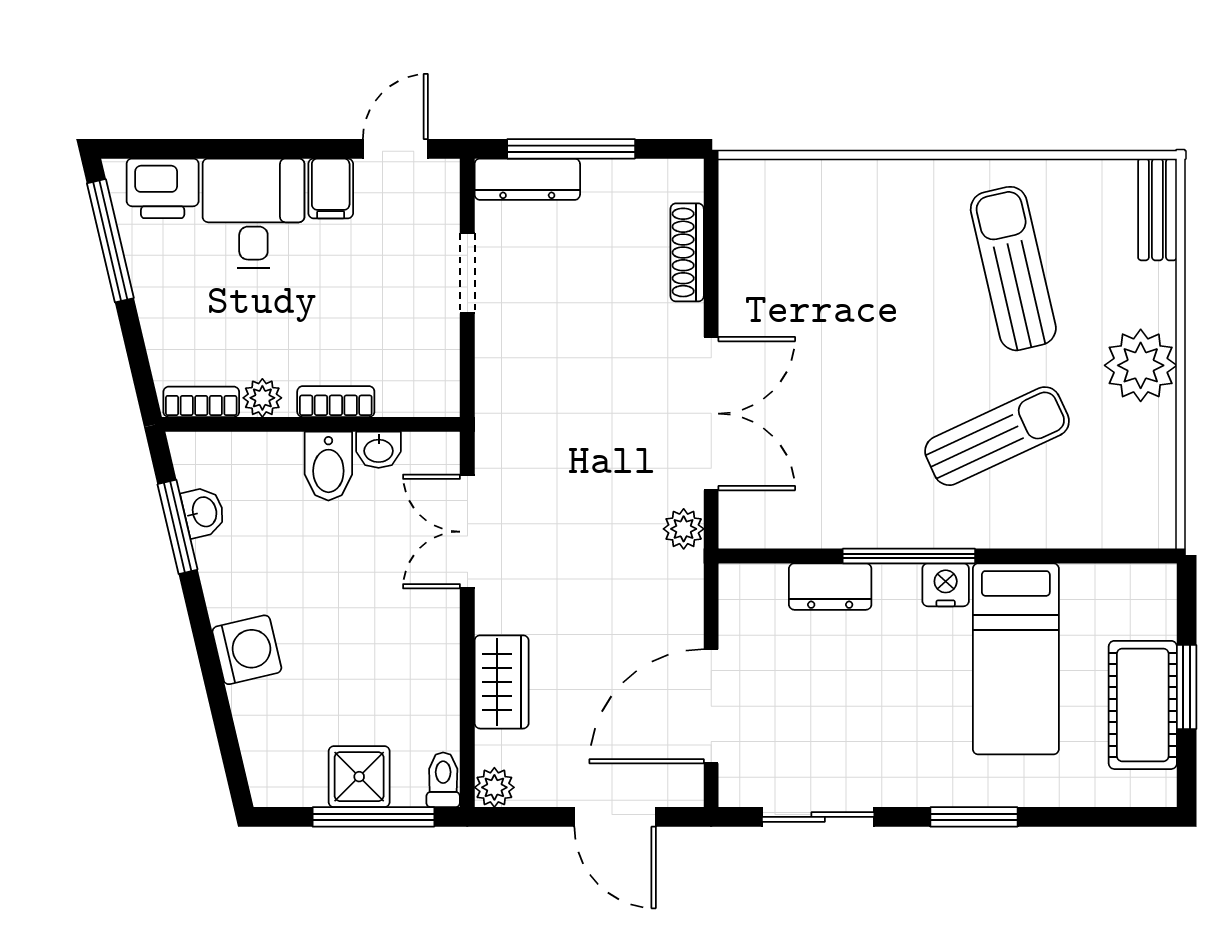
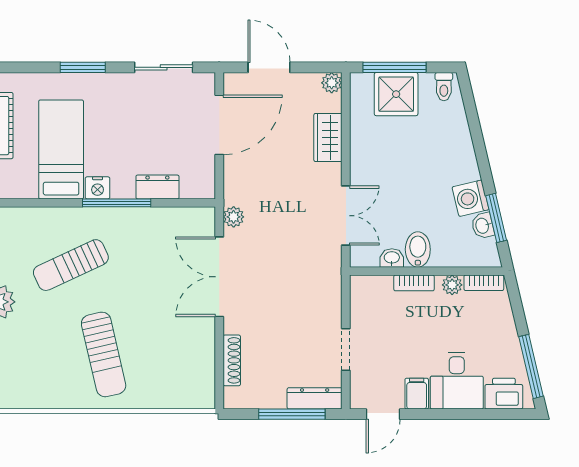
sun lounger: (1013, 269) -> (104, 354), moved
washing machine: (247, 650) -> (471, 198), moved
shower: (359, 777) -> (396, 94), width x1.36, depth x1.36
toilet: (443, 780) -> (444, 87), moved

